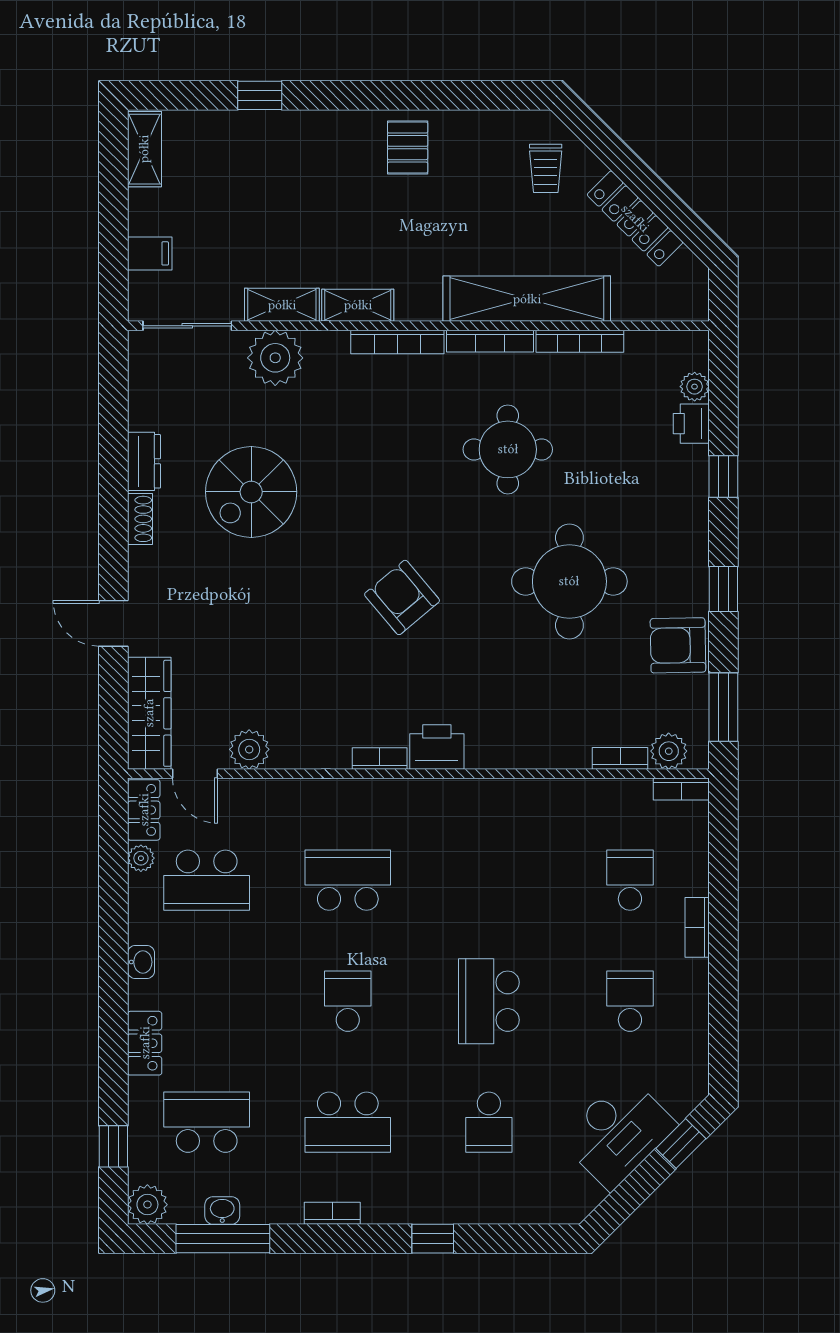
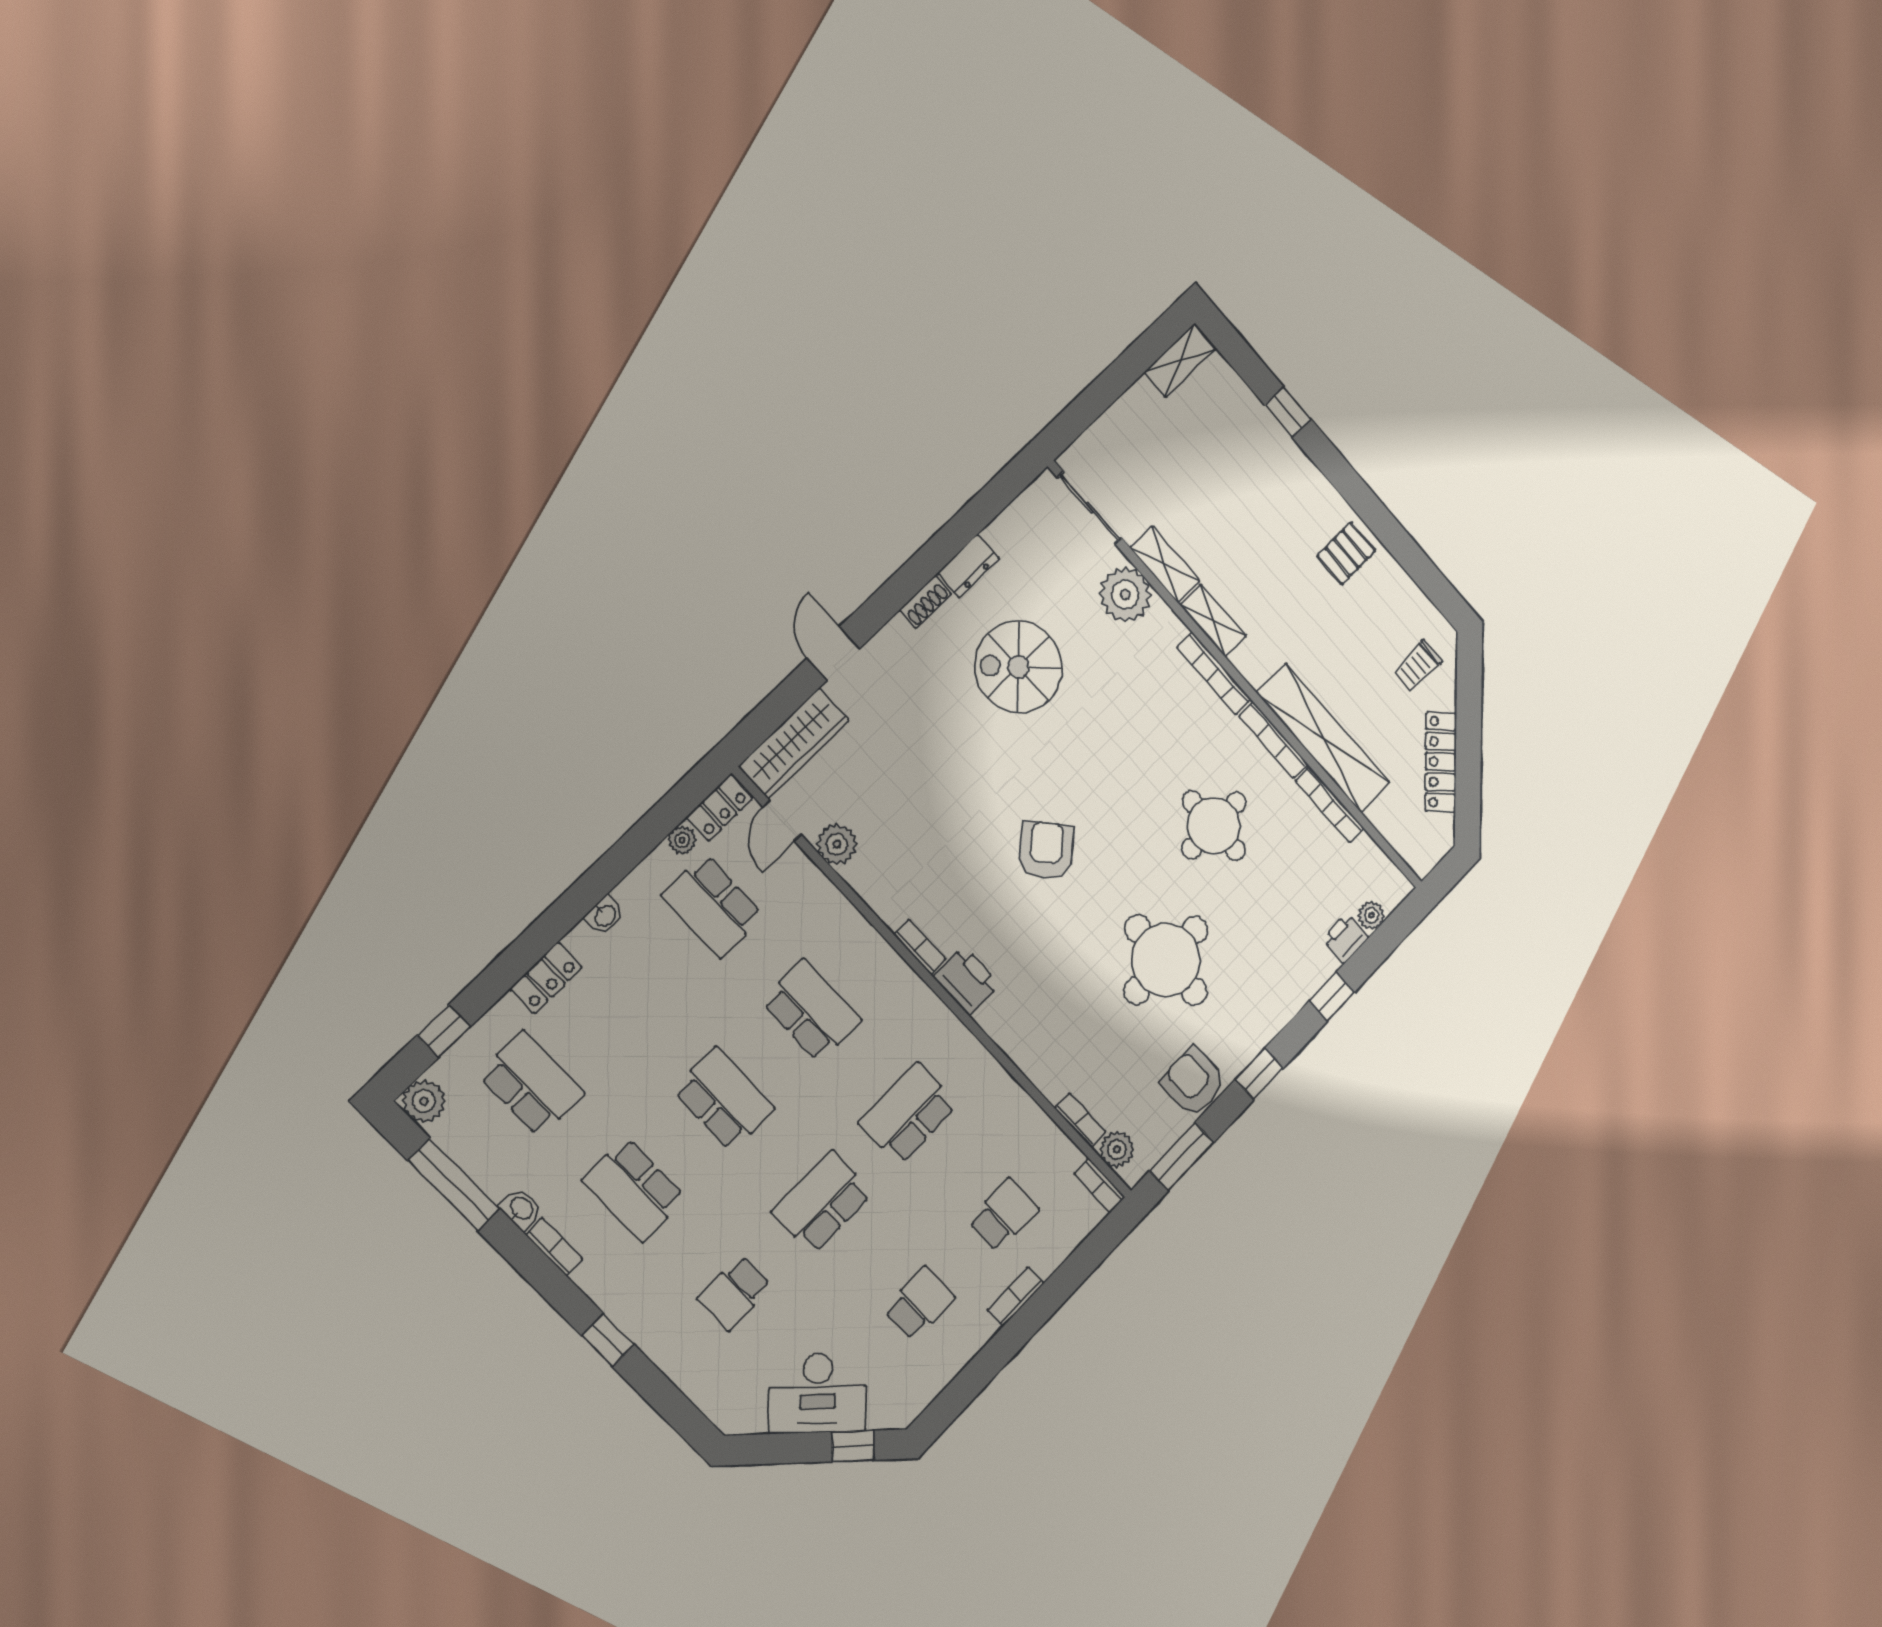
filing cabinet: (150, 253) -> (1114, 432), removed
school desk: (489, 880) -> (908, 1114), added
school desk: (348, 1001) -> (724, 1099), width x1.85
washbasin: (222, 1210) -> (521, 1209), moved

